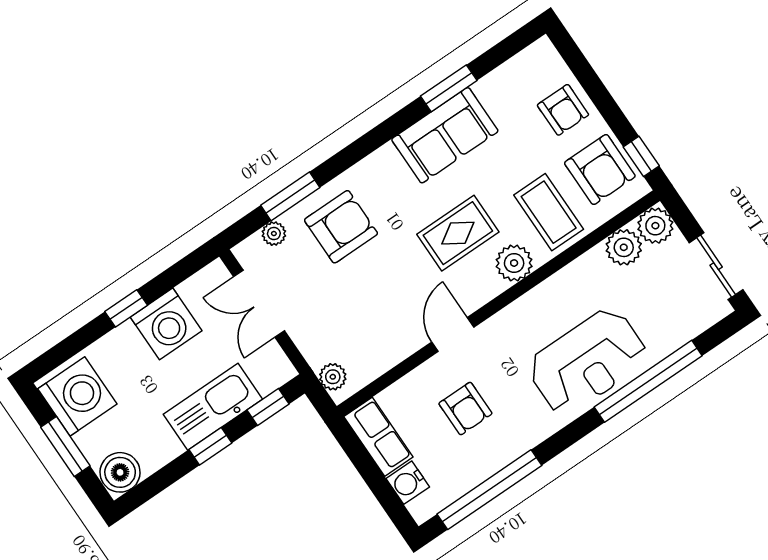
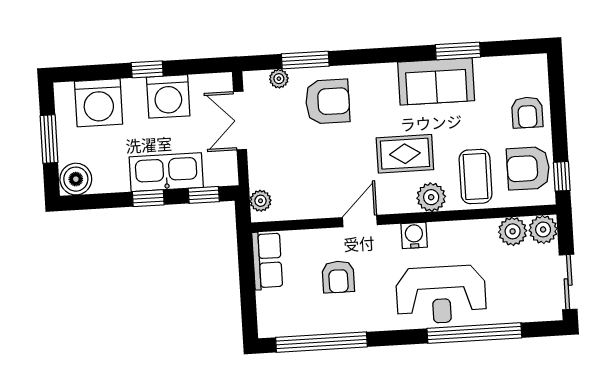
armchair: (600, 170) -> (528, 168), turned 90
washing machine: (77, 396) -> (99, 103), moved, turned 90
water cooler: (408, 483) -> (414, 235), moved, turned 90

